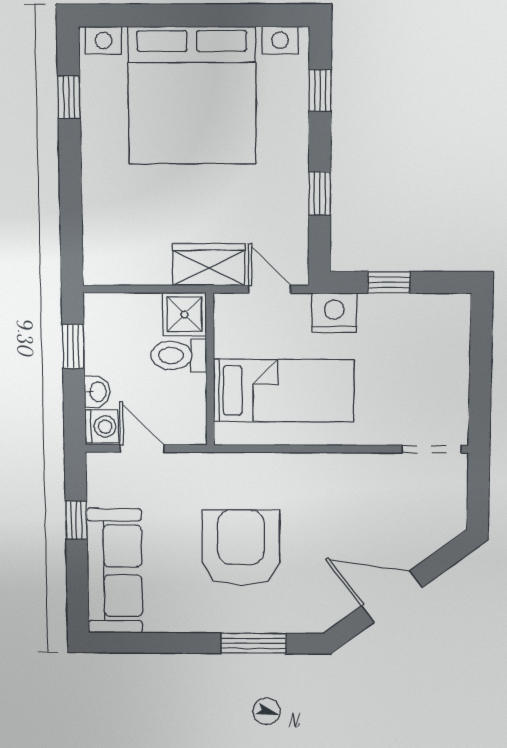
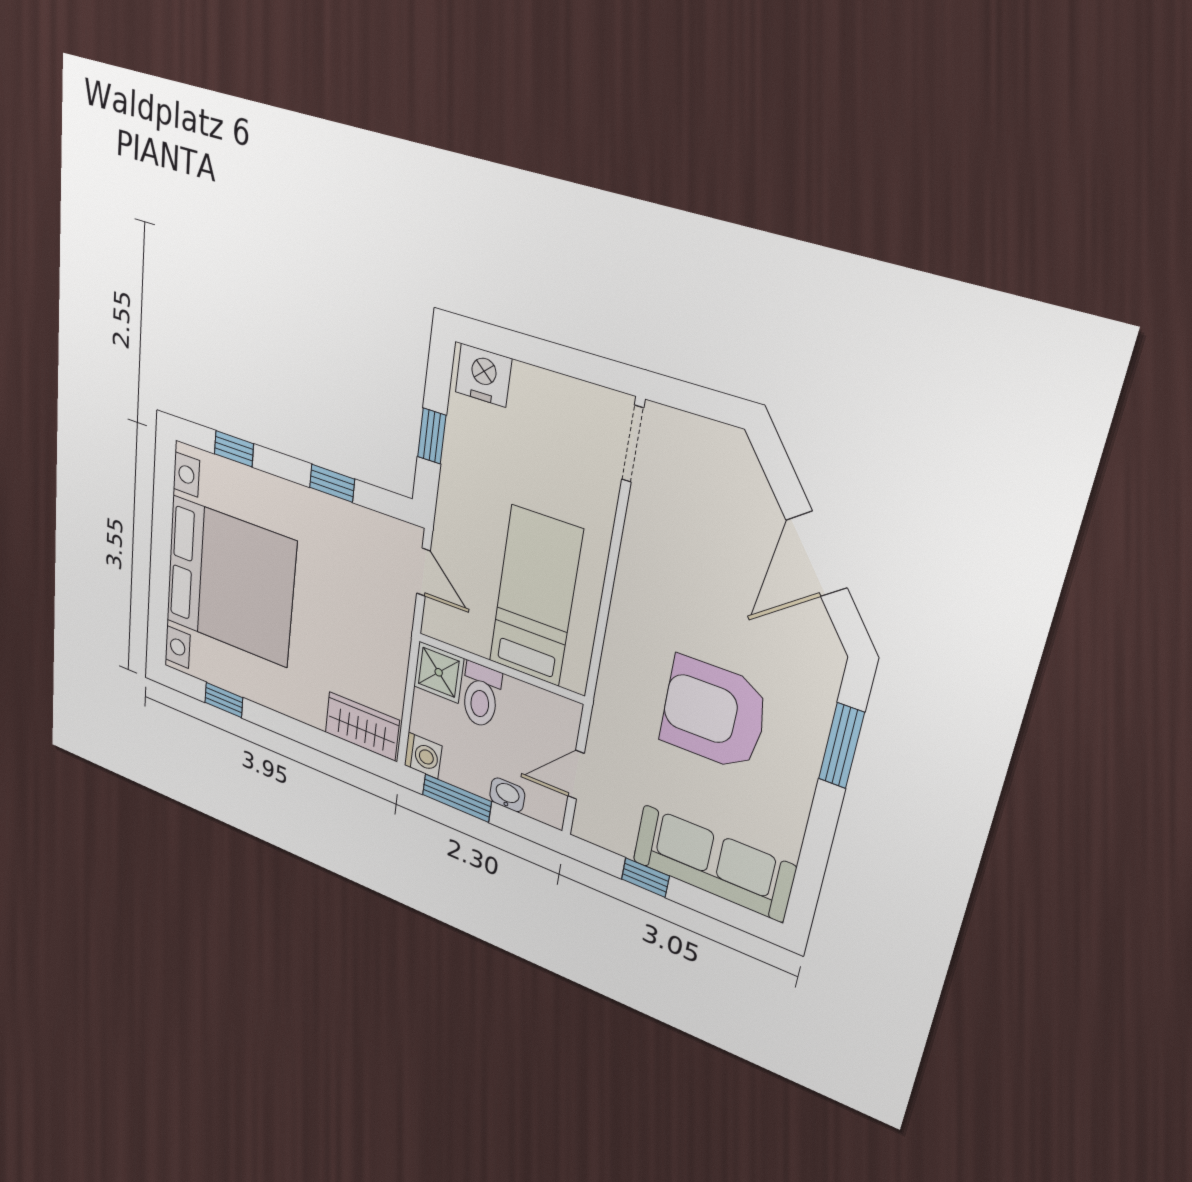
wardrobe: (209, 265) -> (362, 726), moved, turned 90
door: (270, 289) -> (424, 572), swing flipped
nightstand: (334, 313) -> (483, 375), moved, turned 90
window: (73, 346) -> (457, 798), width x1.50
washing machine: (102, 427) -> (423, 756), moved, turned 90

